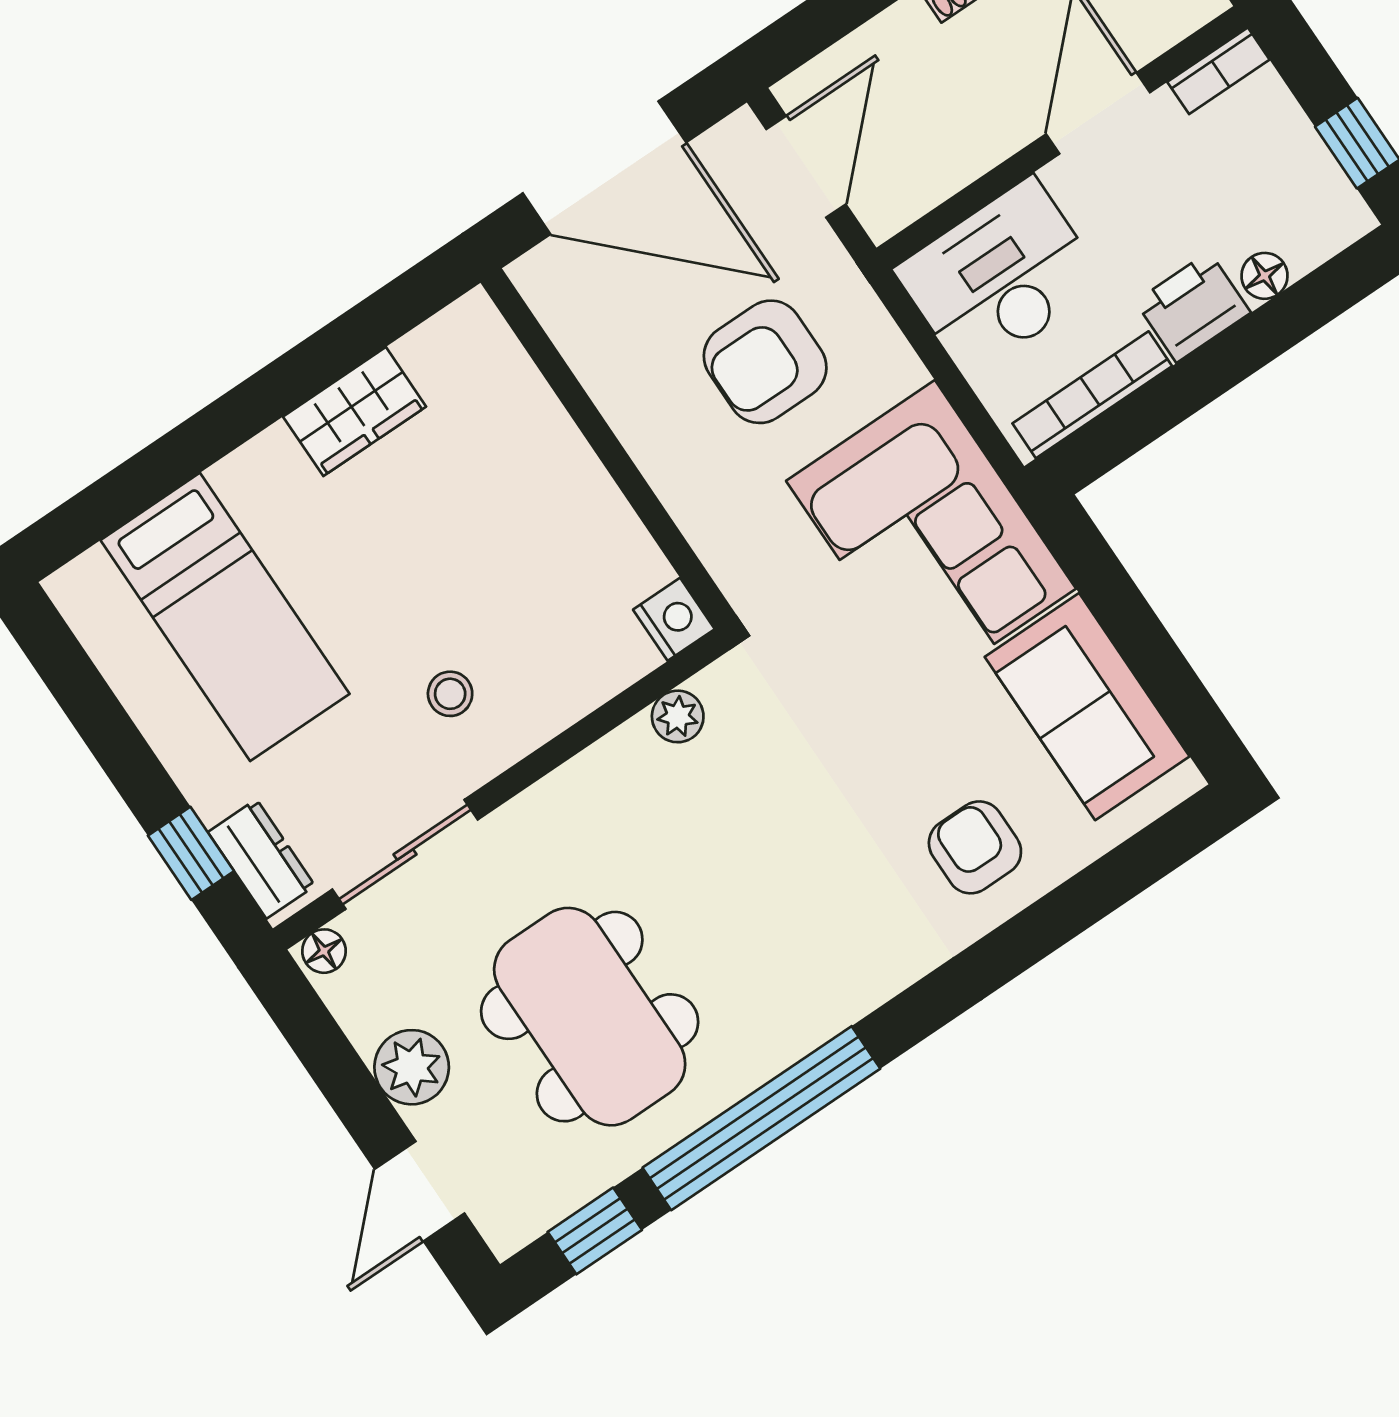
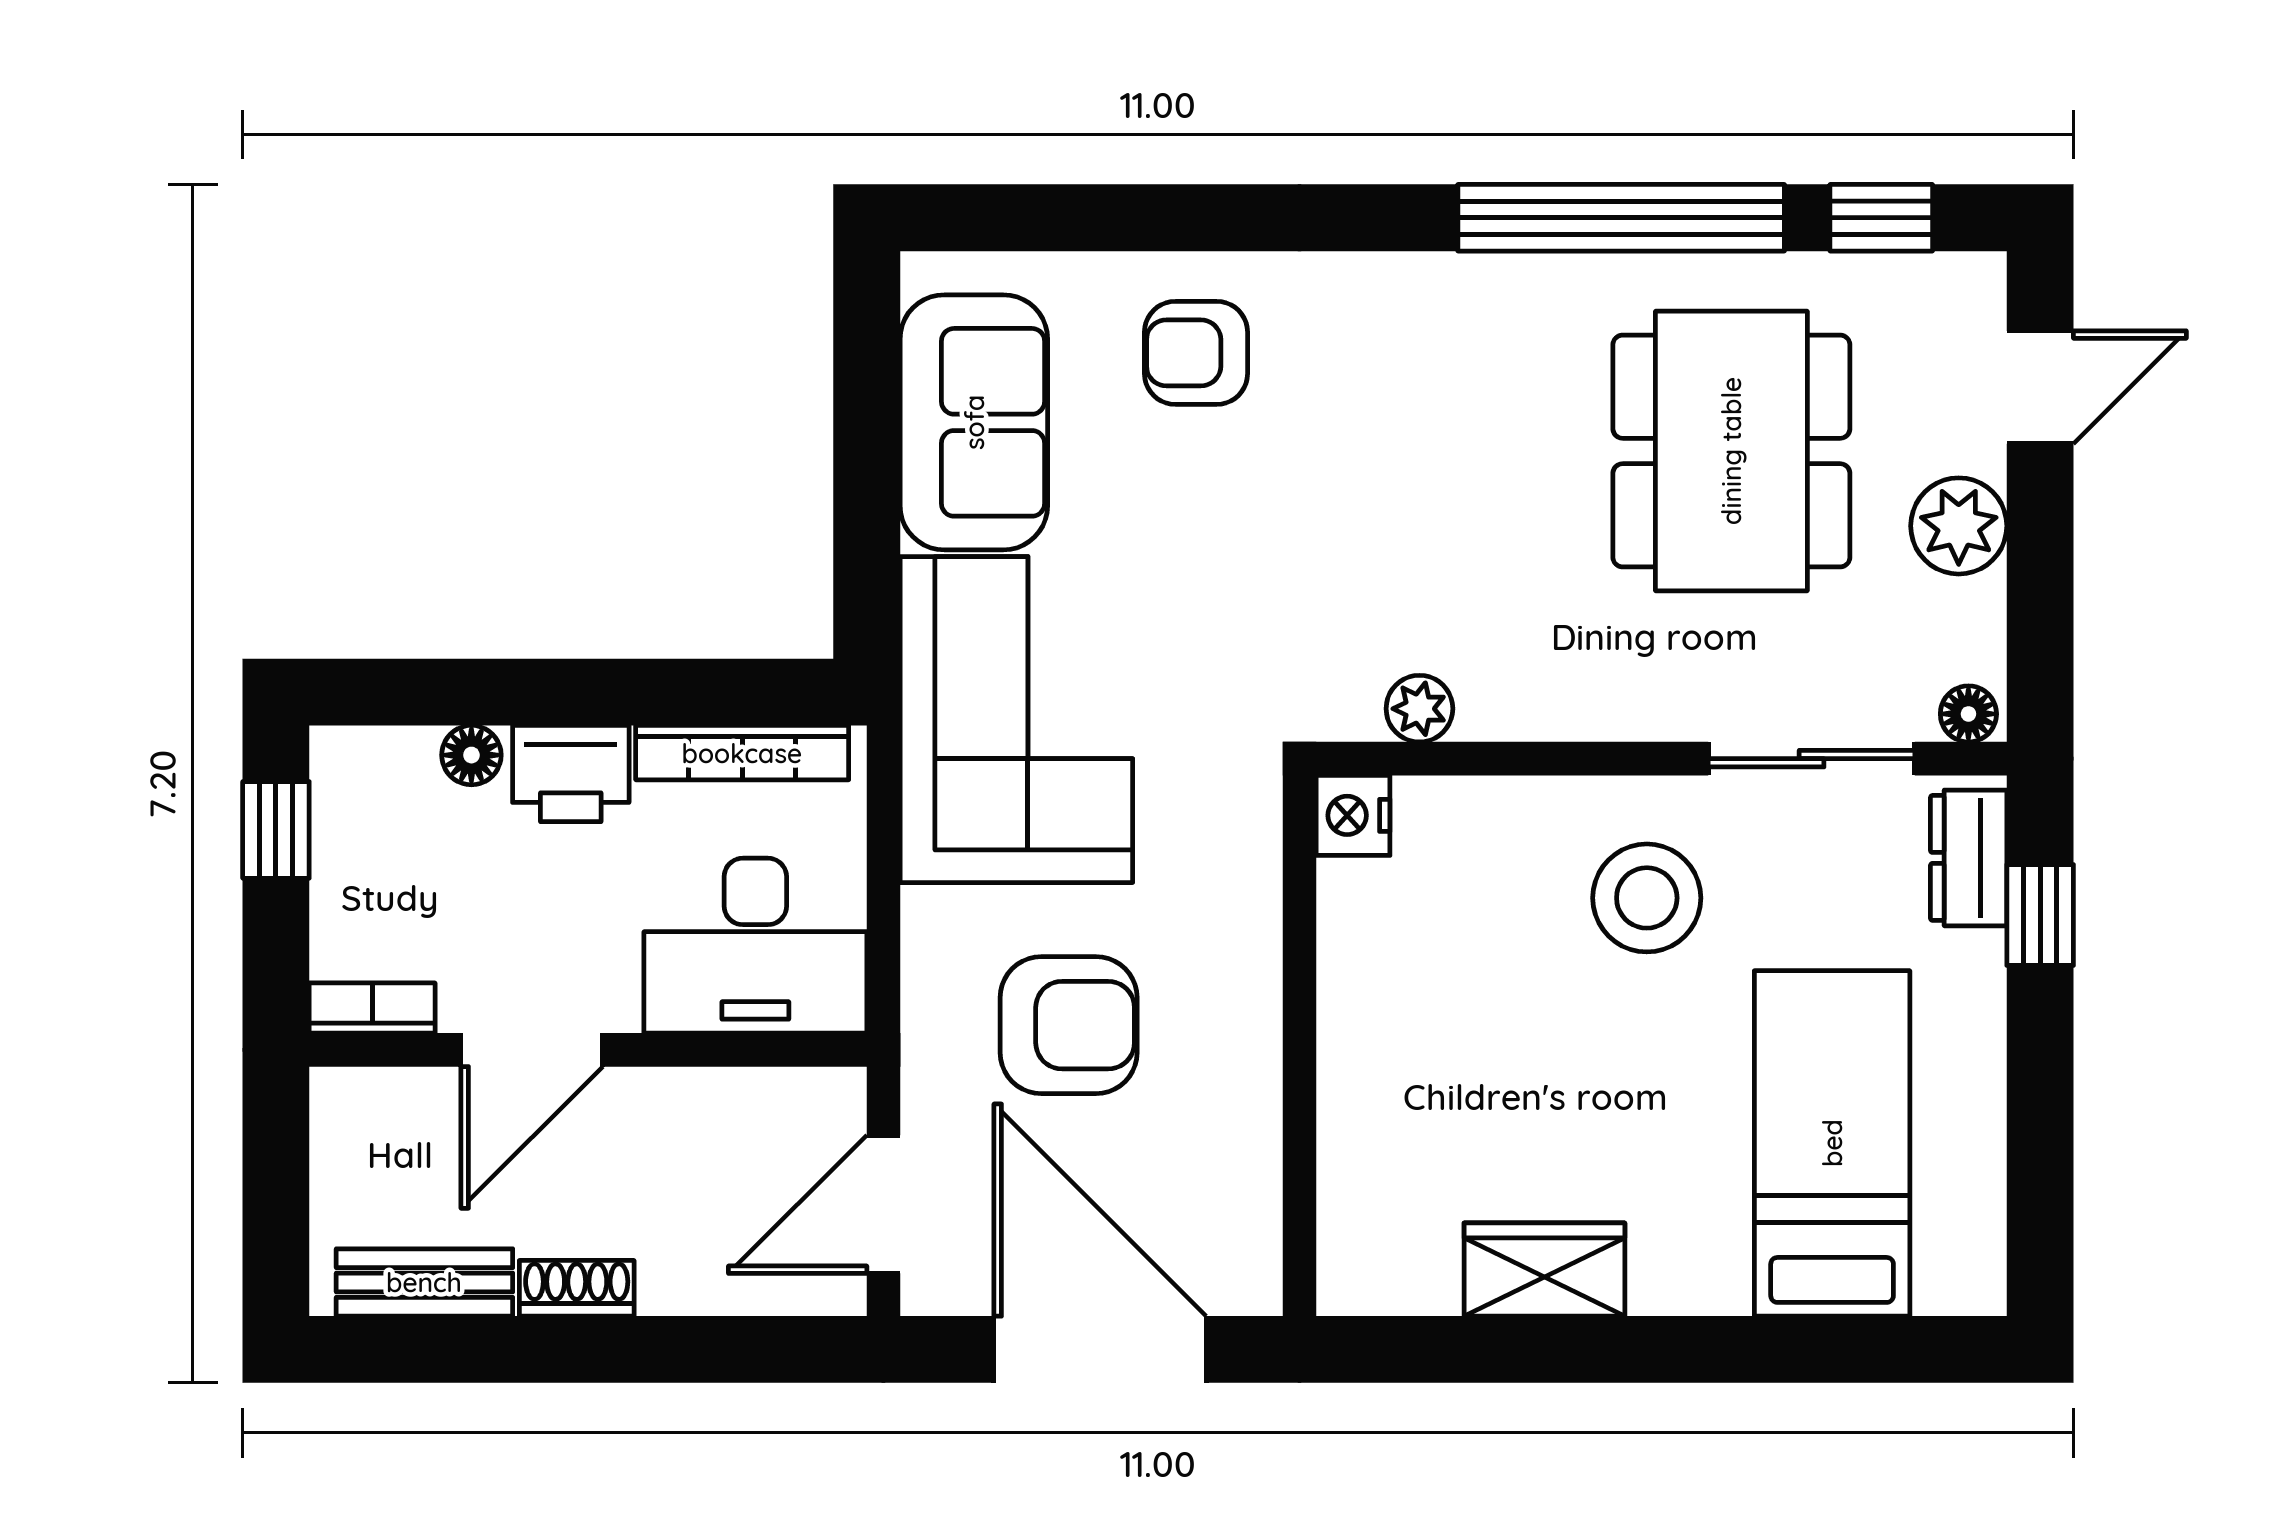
stool: (450, 694) -> (1647, 898), width x1.89, depth x1.89
armchair: (975, 847) -> (1196, 353), turned 90

